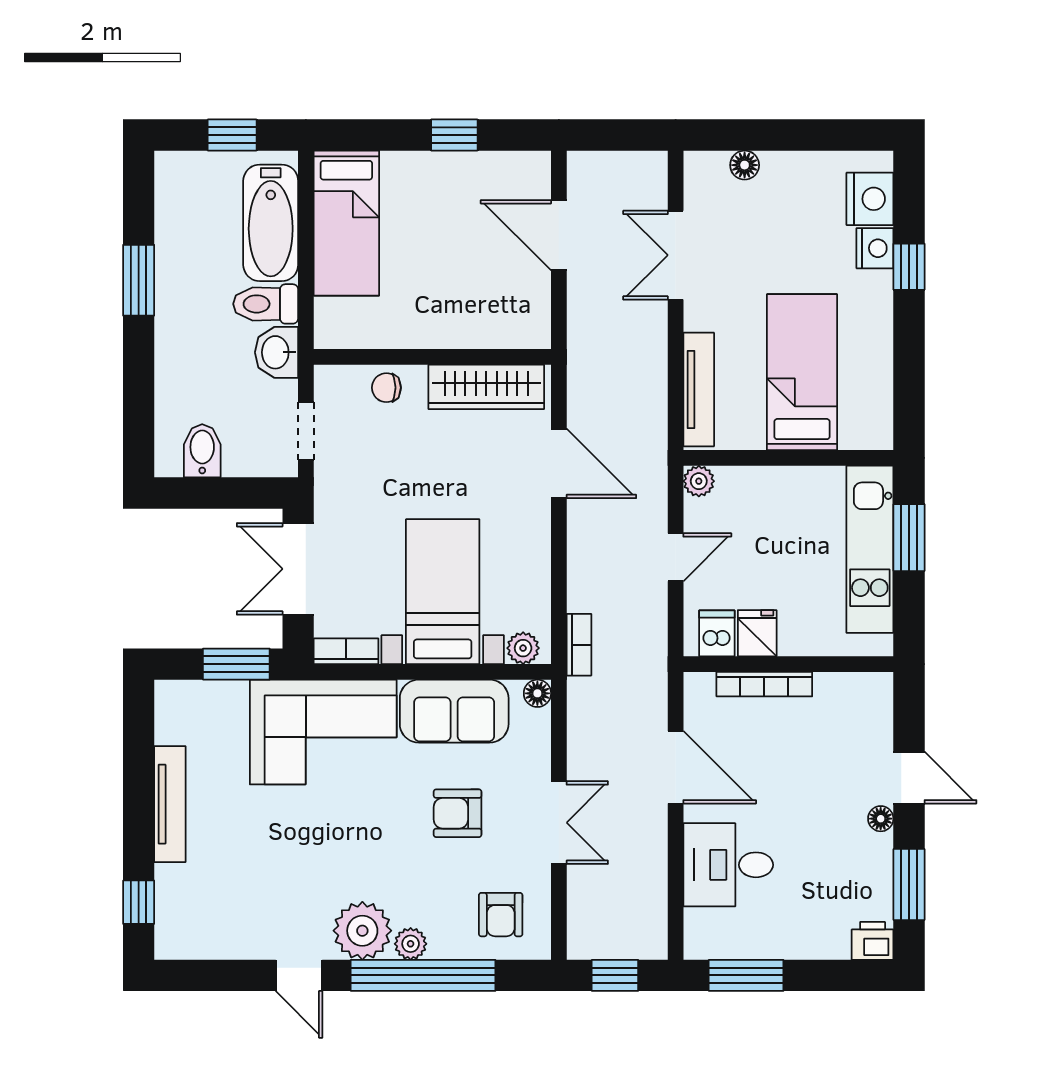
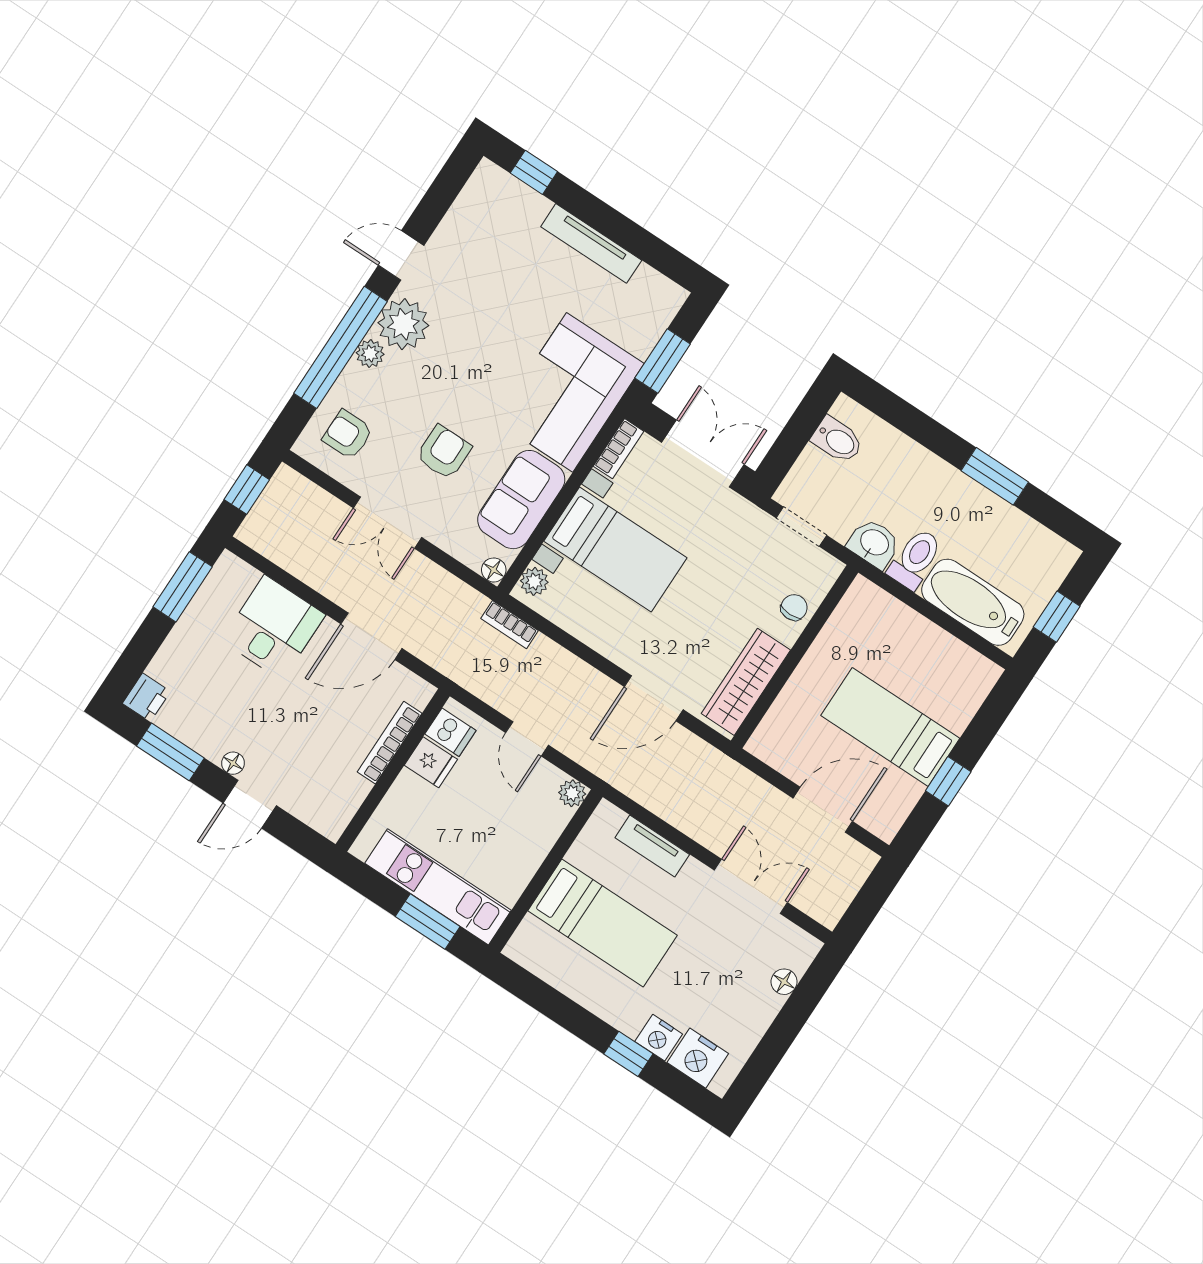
bed: (346, 223) -> (890, 727), moved
tv unit: (699, 390) -> (652, 846), width x0.71

